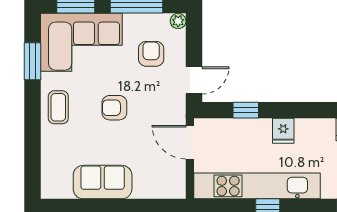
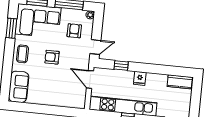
sofa: (103, 182) -> (19, 87), moved, turned 90

